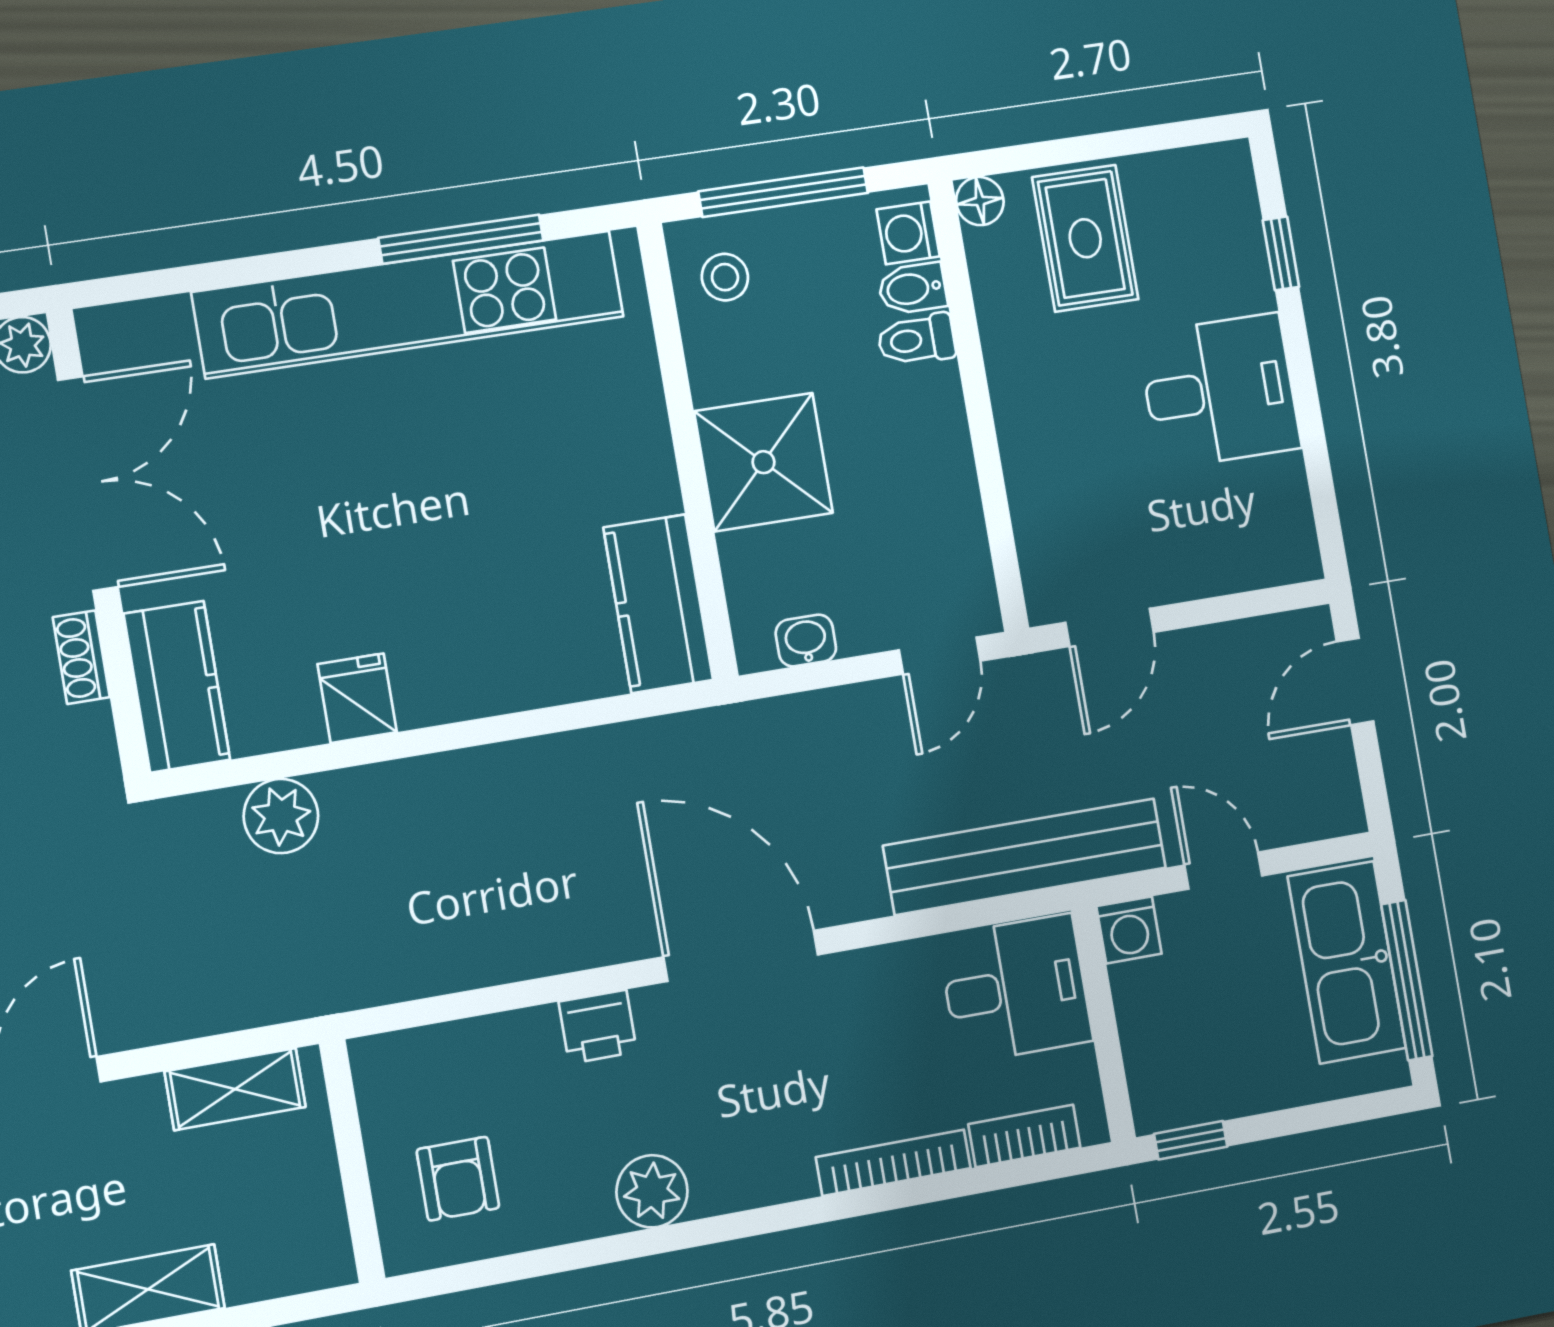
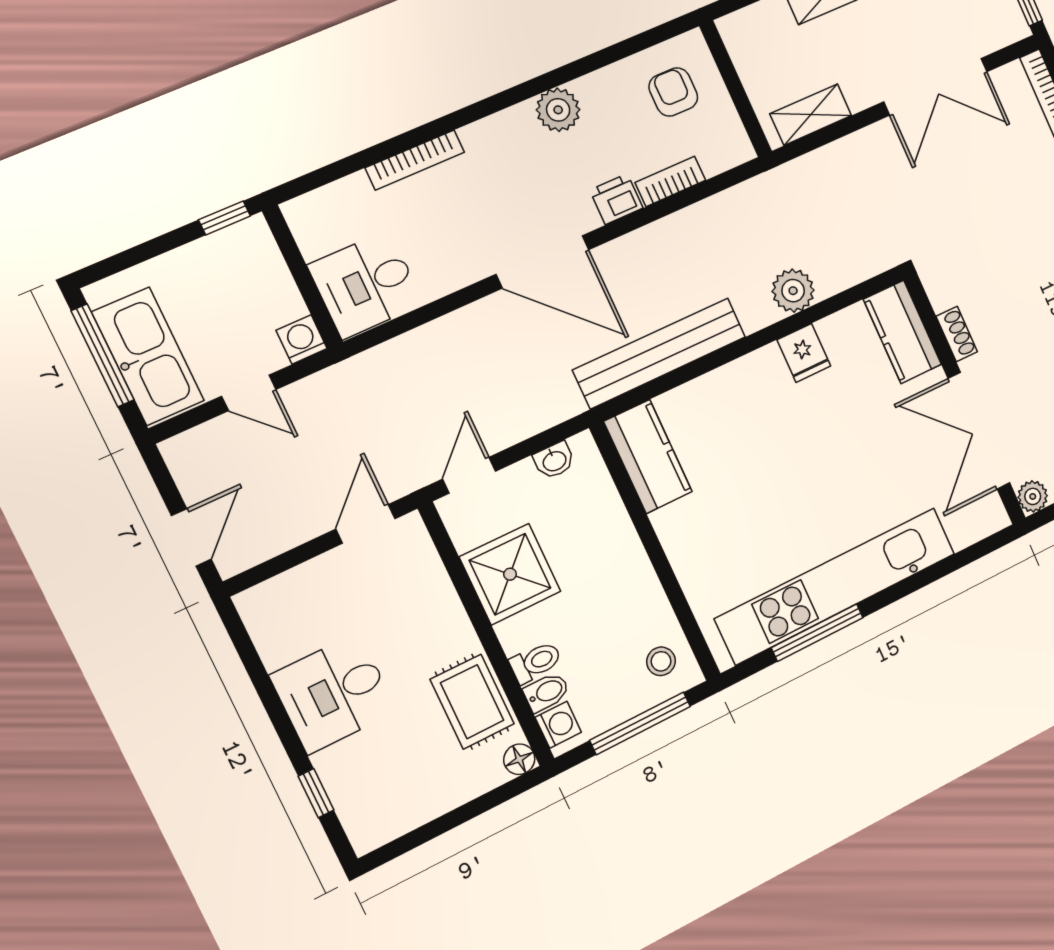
rug: (1085, 238) -> (472, 702), moved
shower: (764, 462) -> (510, 574), moved
plant: (281, 816) -> (793, 291), moved
bench: (1025, 857) -> (660, 353), moved
bookcase: (1024, 1136) -> (670, 181), moved, turned 180

